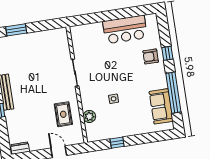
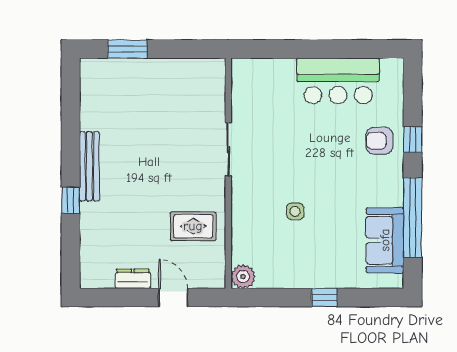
rug: (63, 114) -> (193, 226), turned 90
plant: (89, 116) -> (243, 277), moved
window: (117, 143) -> (324, 298), moved
dresser: (20, 148) -> (133, 279), moved

